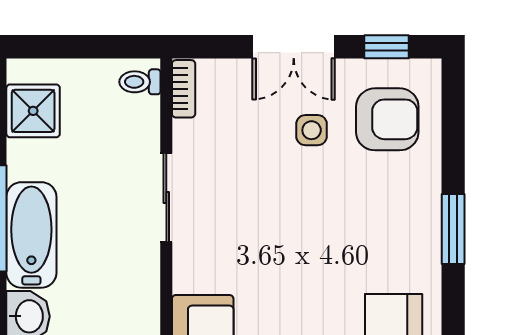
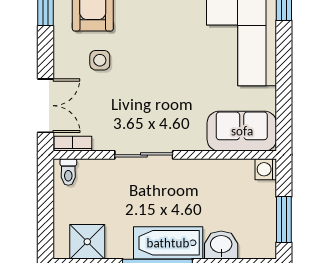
double door: (294, 47) -> (45, 106), moved

